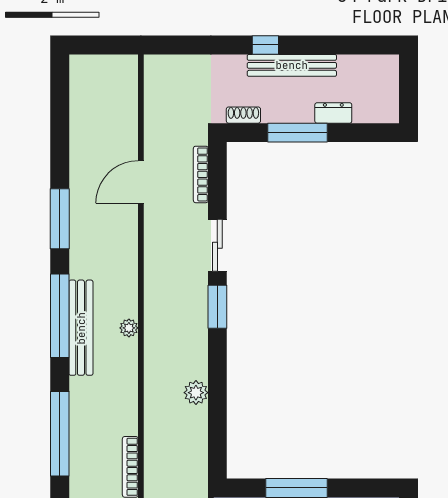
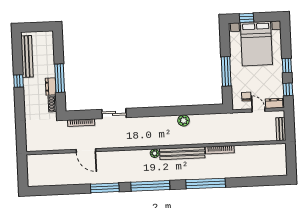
window: (265, 45) -> (18, 81), moved
bench: (292, 65) -> (27, 56), moved
dresser: (333, 113) -> (51, 86), moved
window: (217, 307) -> (143, 112), removed
bench: (81, 328) -> (182, 153), moved

